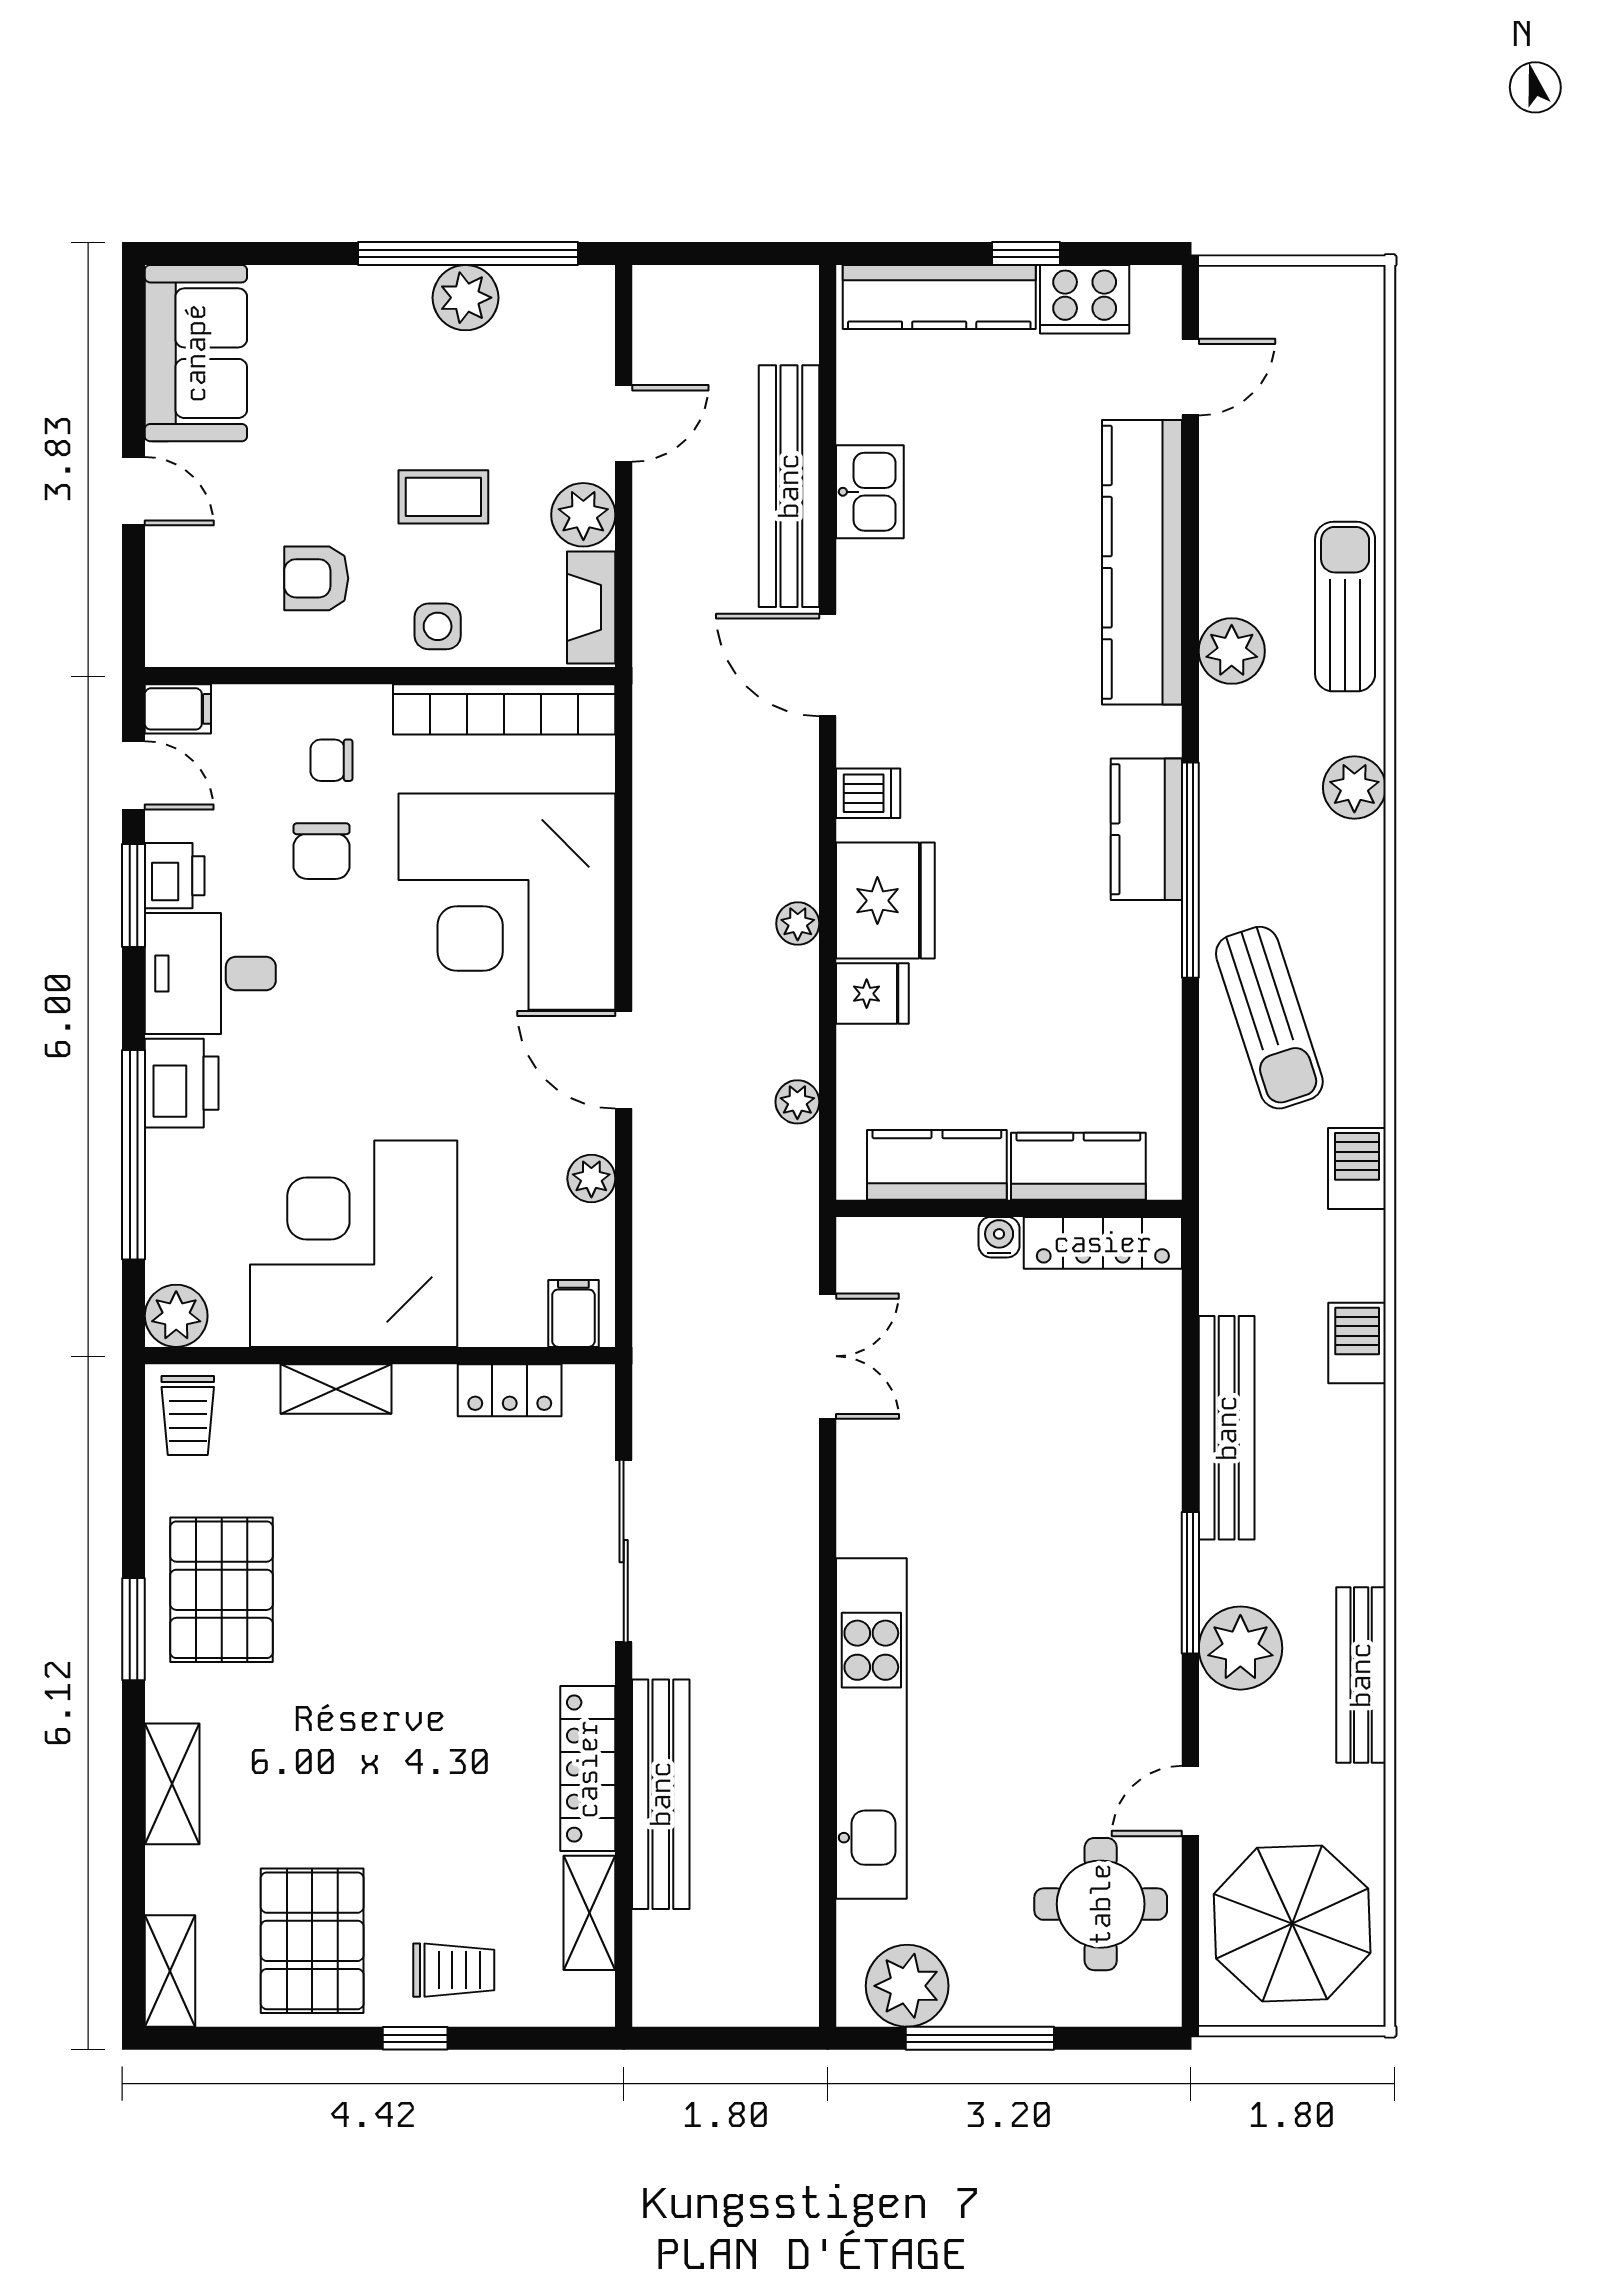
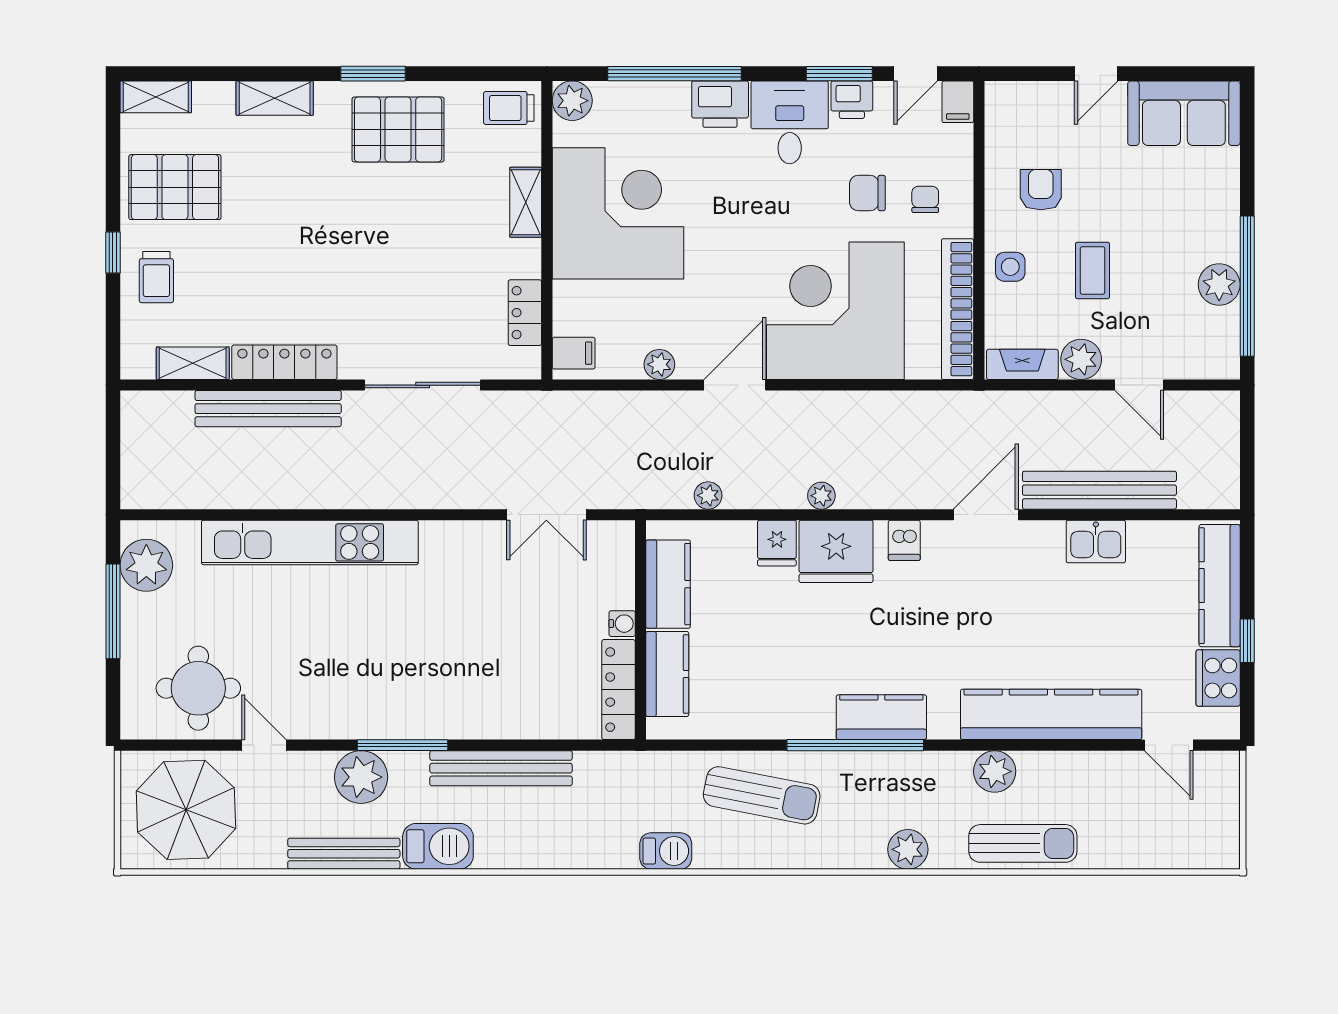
sun lounger: (1269, 1018) -> (762, 795), turned -151
barbecue: (1357, 1343) -> (438, 846), moved, width x1.38, depth x1.27

